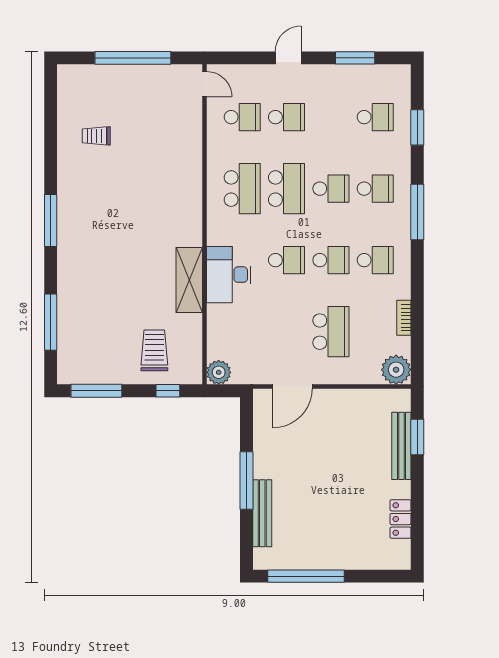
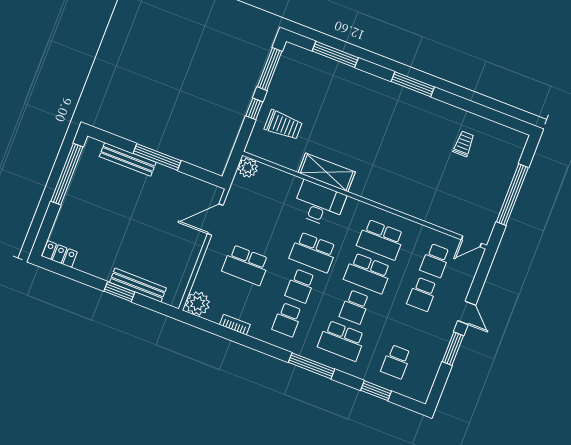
window: (355, 58) -> (453, 349), moved
school desk: (375, 189) -> (342, 341), width x1.85
school desk: (287, 260) -> (313, 252), width x1.85
door: (292, 387) -> (215, 220), hinge flipped
window: (168, 391) -> (254, 109), moved
window: (417, 437) -> (119, 292), moved
locker: (400, 519) -> (60, 254), moved

